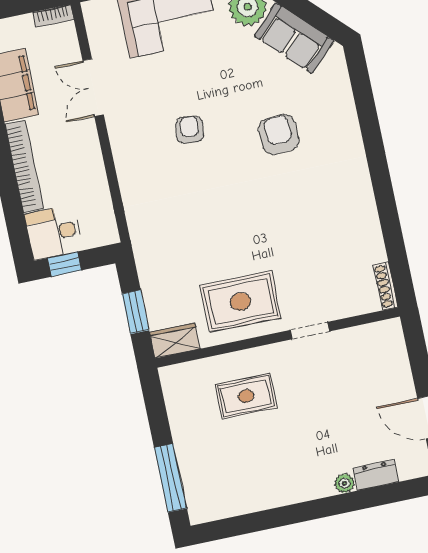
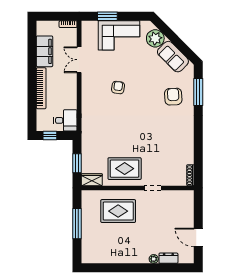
window: (365, 103) -> (198, 92), added
armchair: (279, 134) -> (173, 97), moved
desk: (54, 232) -> (65, 120), moved, turned 180
rug: (246, 396) -> (118, 211), width x1.36, depth x1.43
window: (171, 478) -> (77, 224), moved

